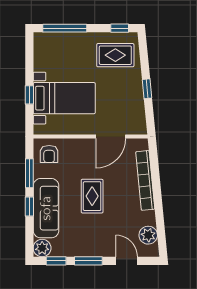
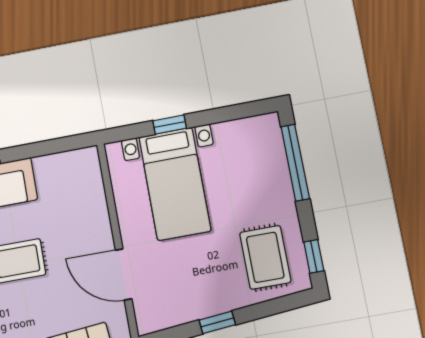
armchair: (49, 154) -> (76, 176), removed
window: (29, 173) -> (38, 149), removed

